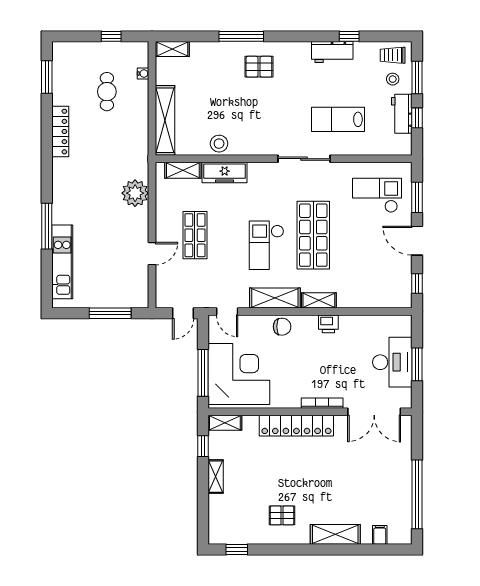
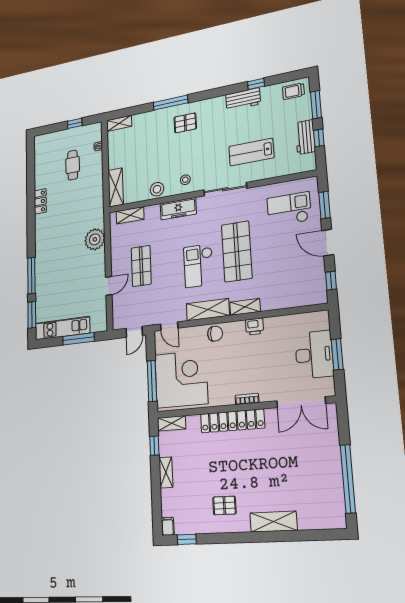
window: (47, 77) -> (32, 315), moved
stool: (393, 79) -> (185, 180), moved
shelving: (165, 120) -> (116, 187), width x0.68
locker: (60, 132) -> (40, 201), width x0.66
freezer: (225, 172) -> (178, 209), moved
kitchen unit: (62, 262) -> (62, 328), moved, turned -90
bookcase: (322, 403) -> (247, 399), width x0.64
filing cabinet: (380, 535) -> (168, 526), moved

